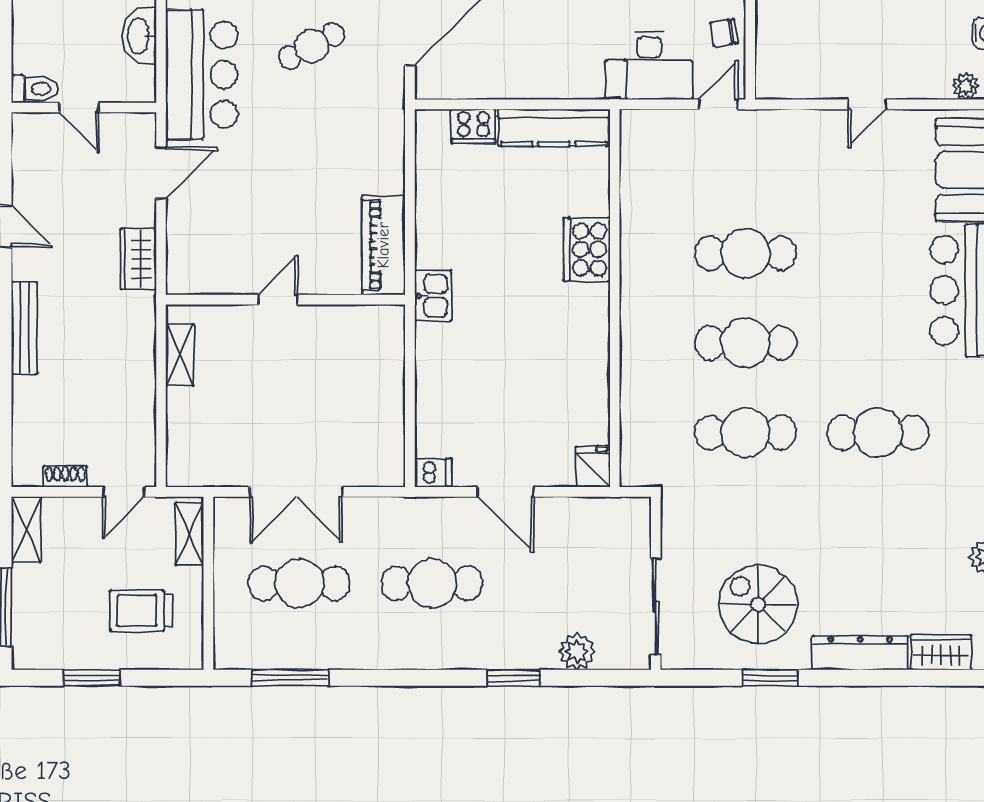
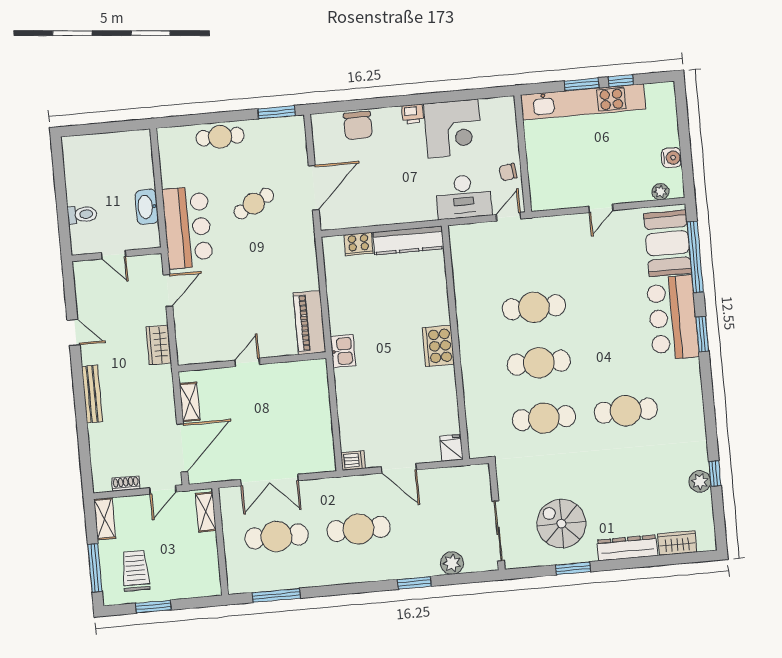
toilet: (35, 89) -> (82, 215), moved
cooker: (587, 250) -> (438, 346), moved
door: (161, 427) -> (182, 448), added
trolley: (141, 611) -> (136, 571), moved, turned 90

